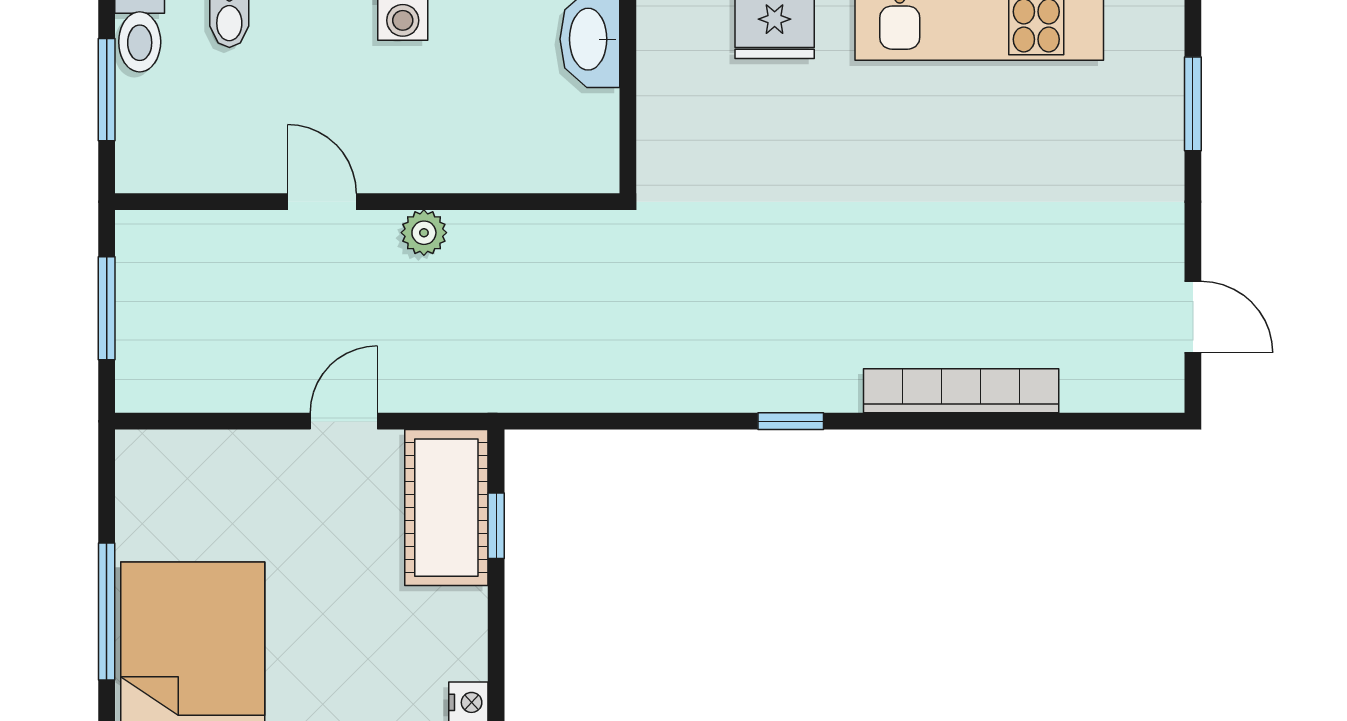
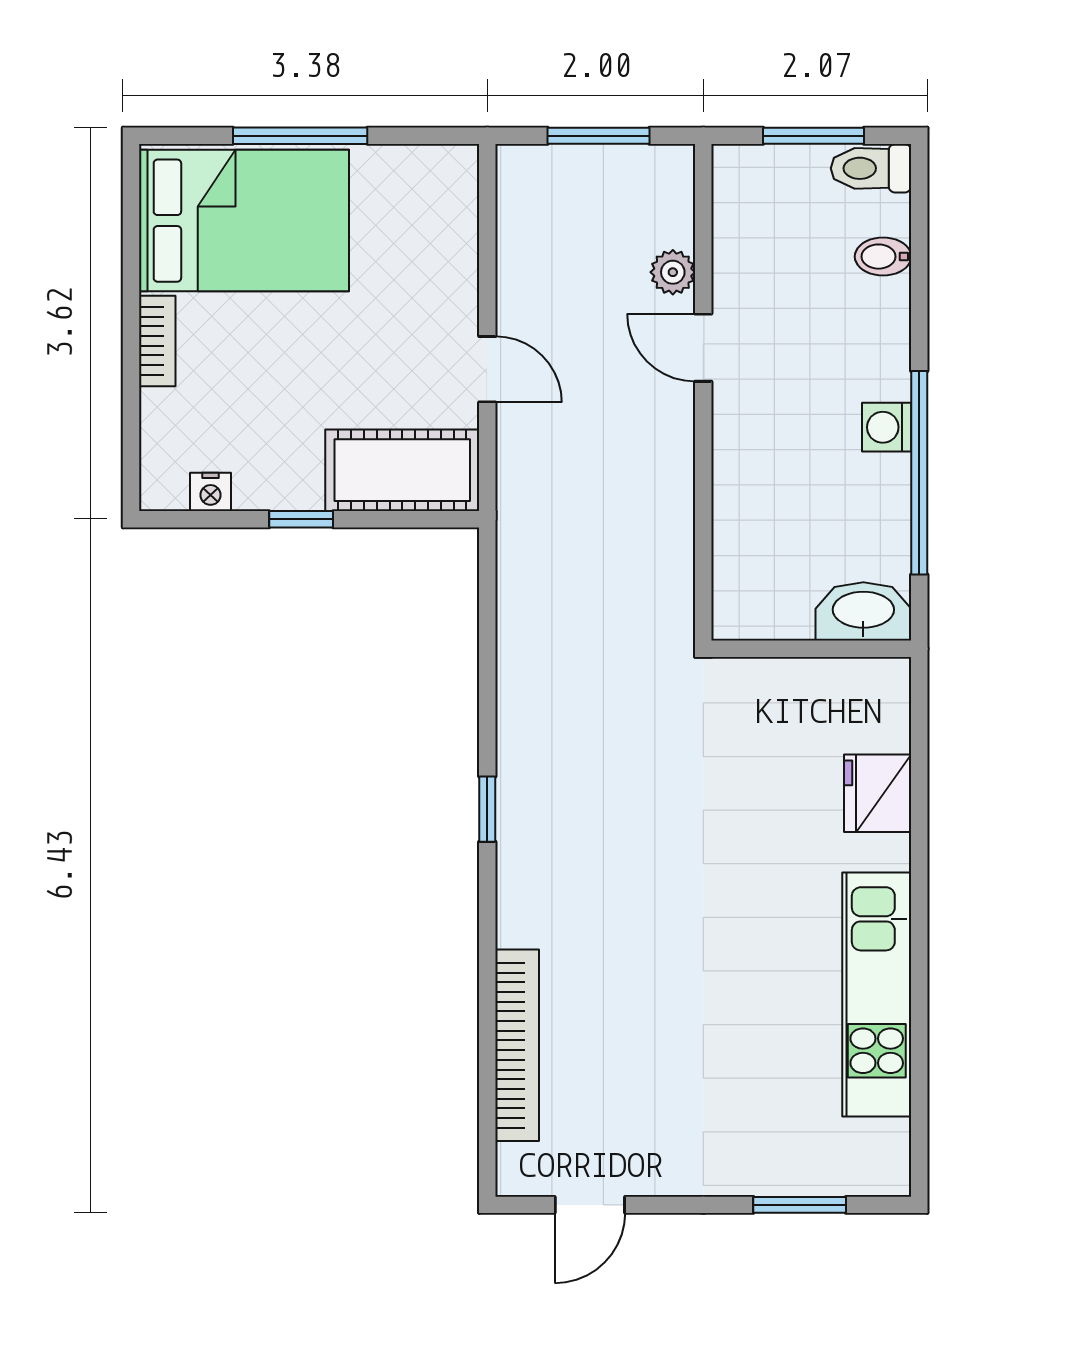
door: (322, 202) -> (703, 348), swing flipped
plant: (424, 233) -> (673, 272), moved
bookcase: (961, 391) -> (517, 1045), moved
window: (496, 526) -> (301, 519), moved

